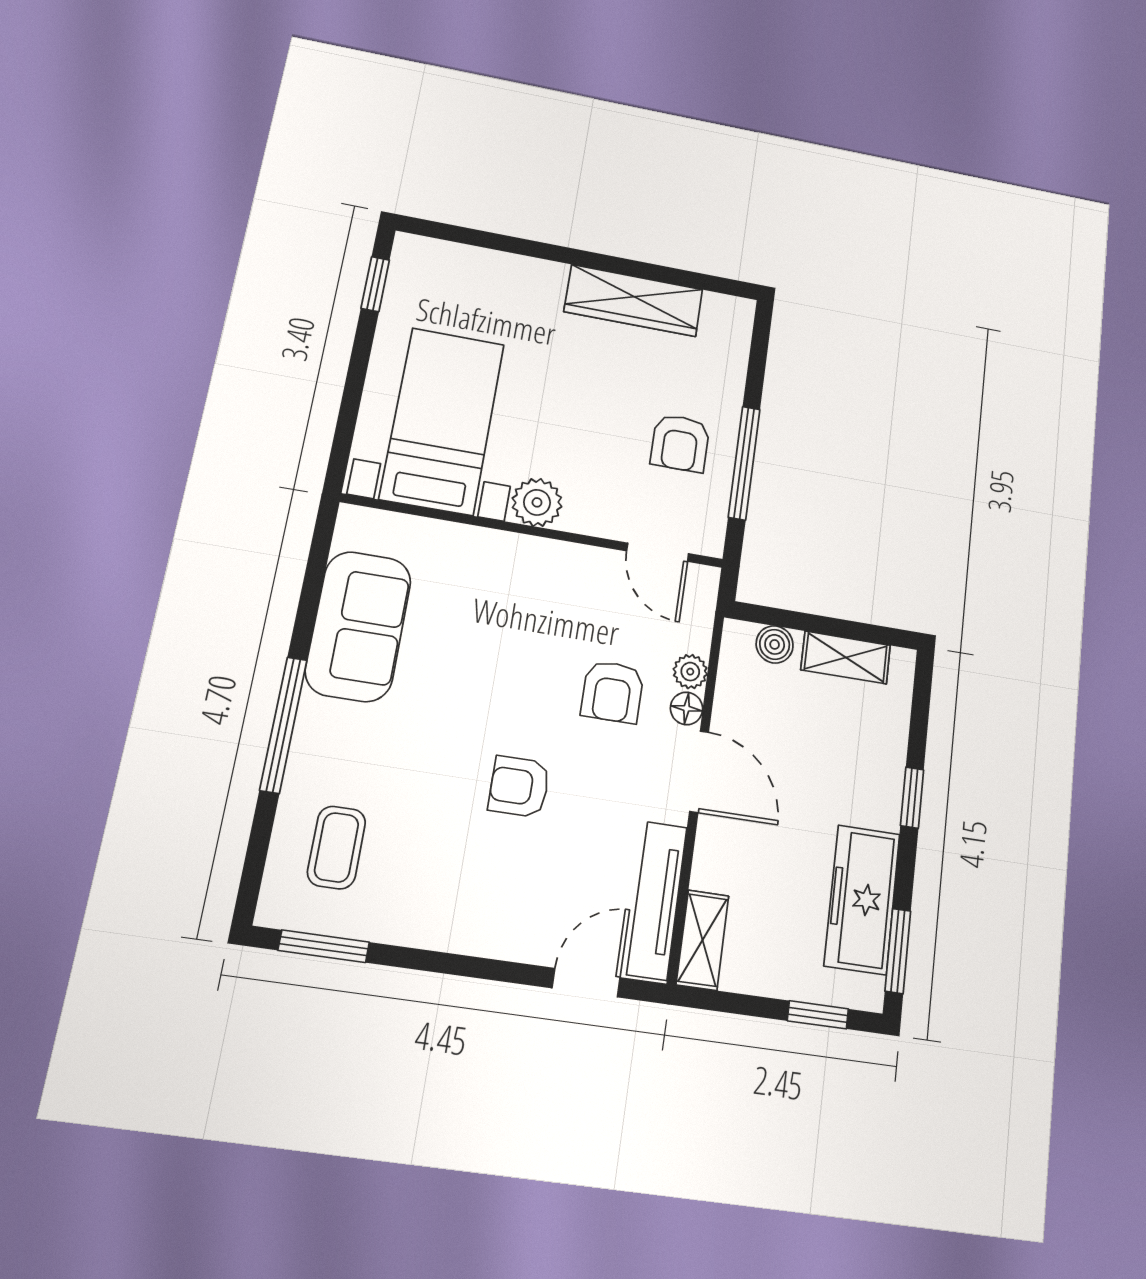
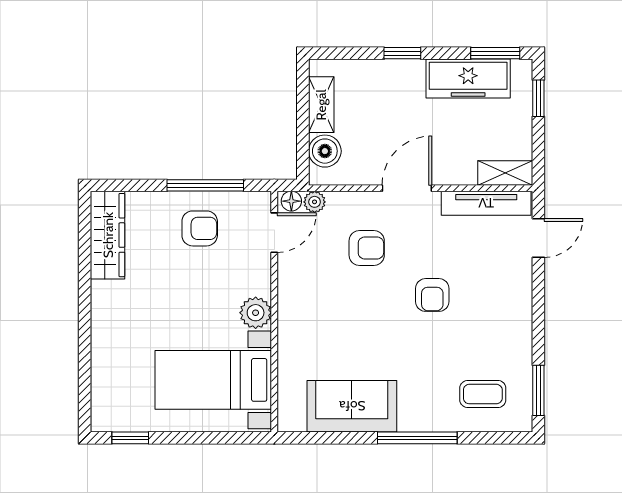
wardrobe: (634, 300) -> (108, 235), moved
boiler: (775, 644) -> (325, 151), width x1.36, depth x1.36
plant: (690, 672) -> (315, 202), moved
floor lamp: (686, 708) -> (291, 201), moved
door: (586, 983) -> (538, 238), swing flipped

